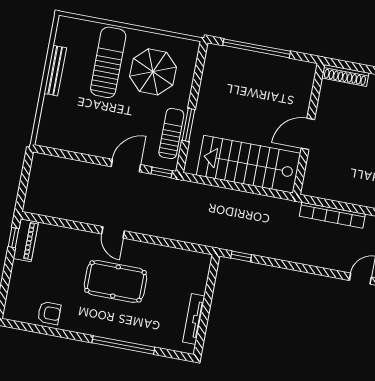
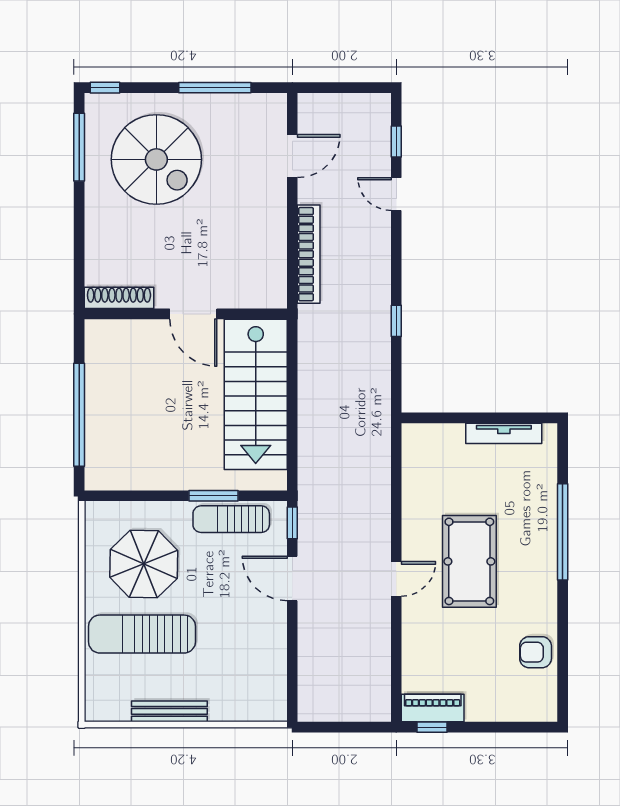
shoe rack: (345, 75) -> (119, 298), moved, turned -90
window: (241, 256) -> (396, 321), moved
armchair: (49, 313) -> (536, 652), turned -90

